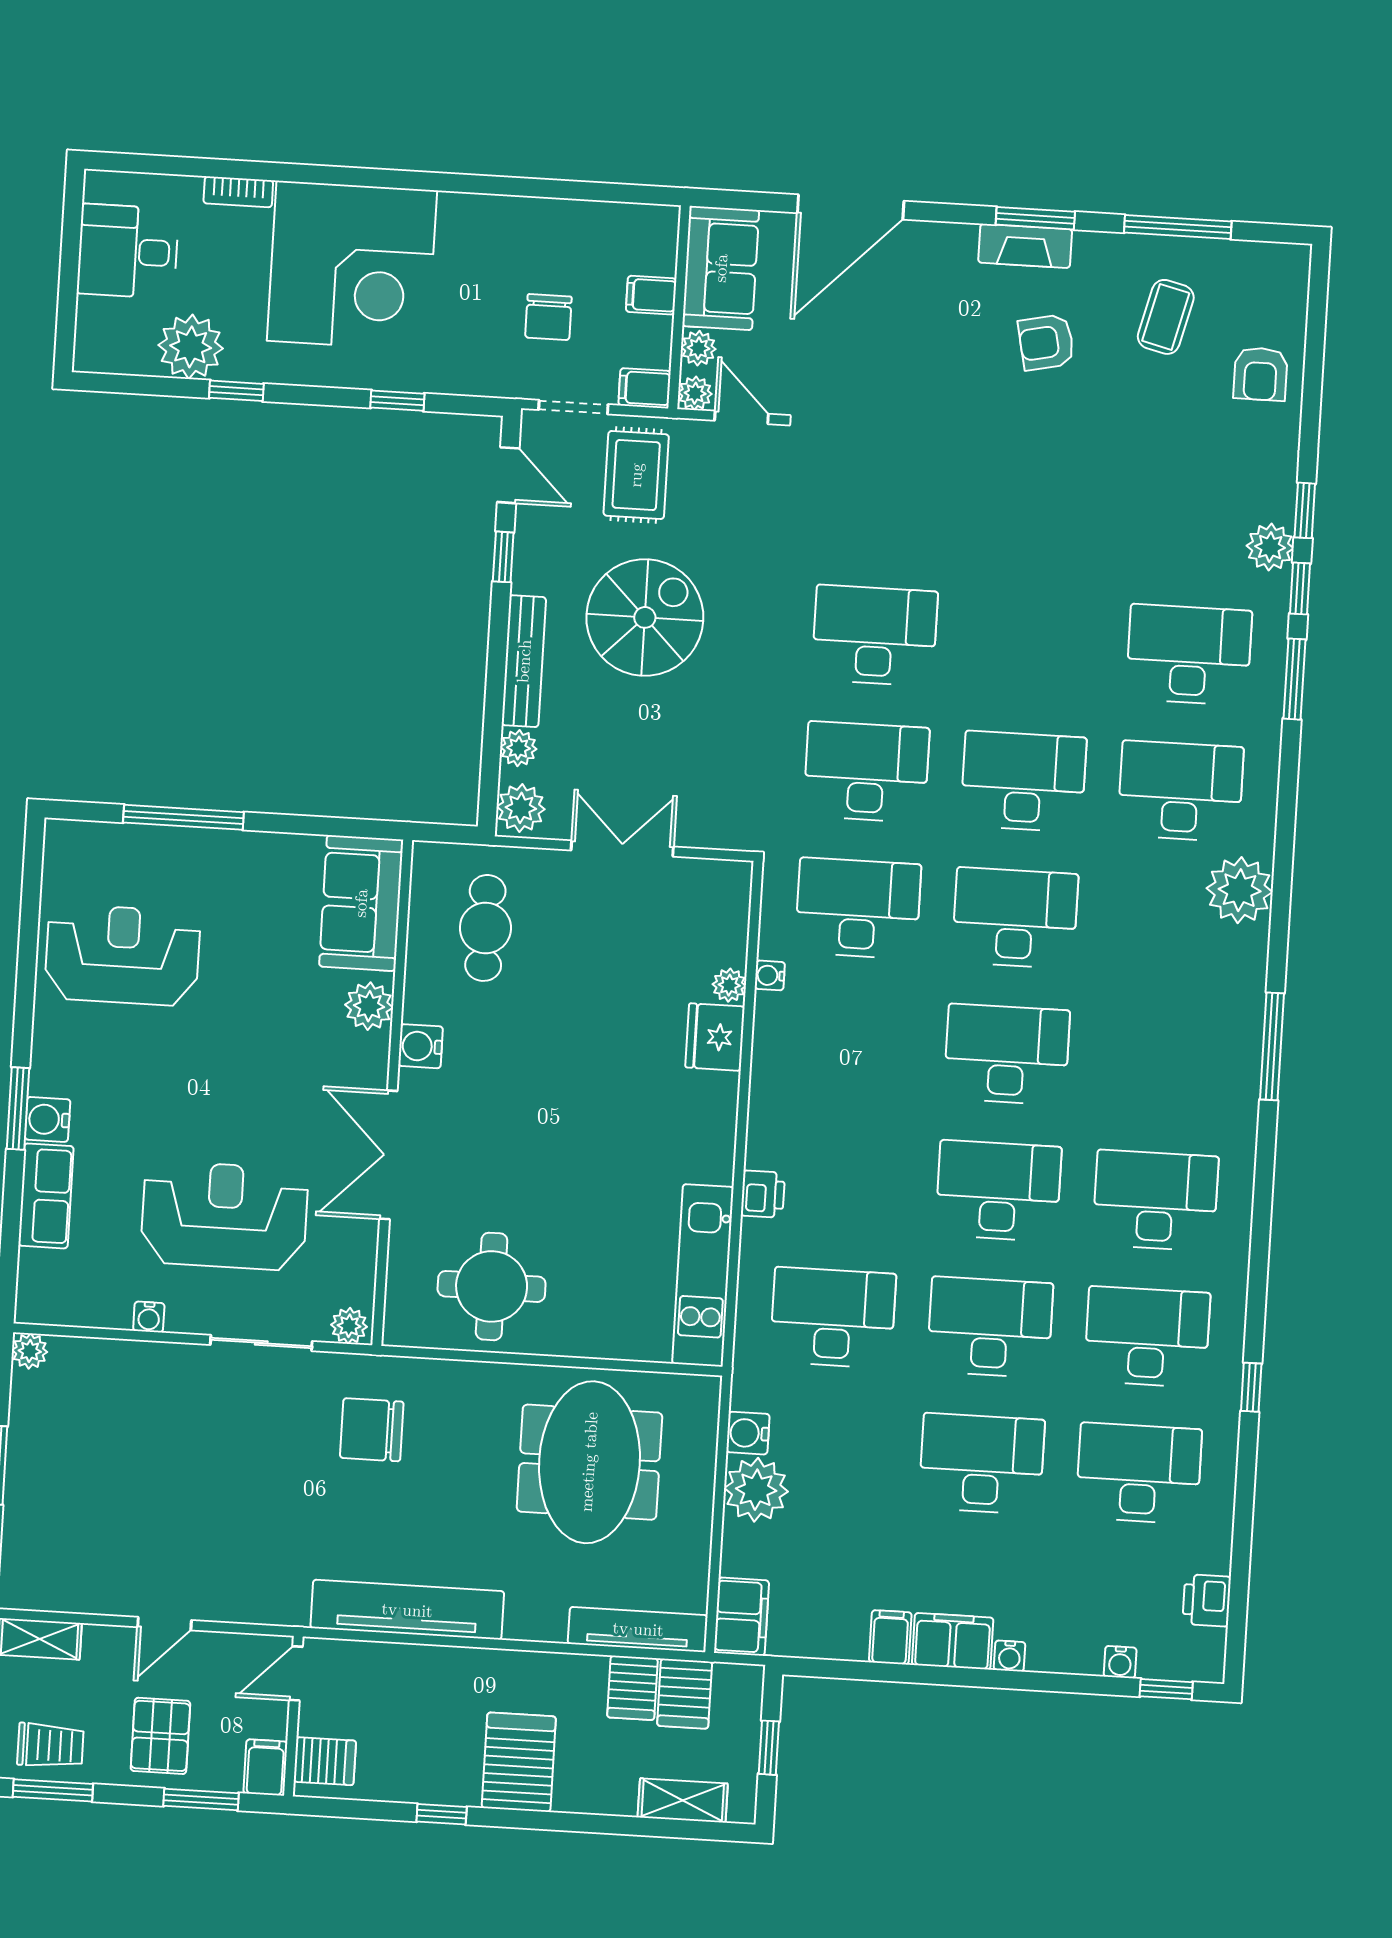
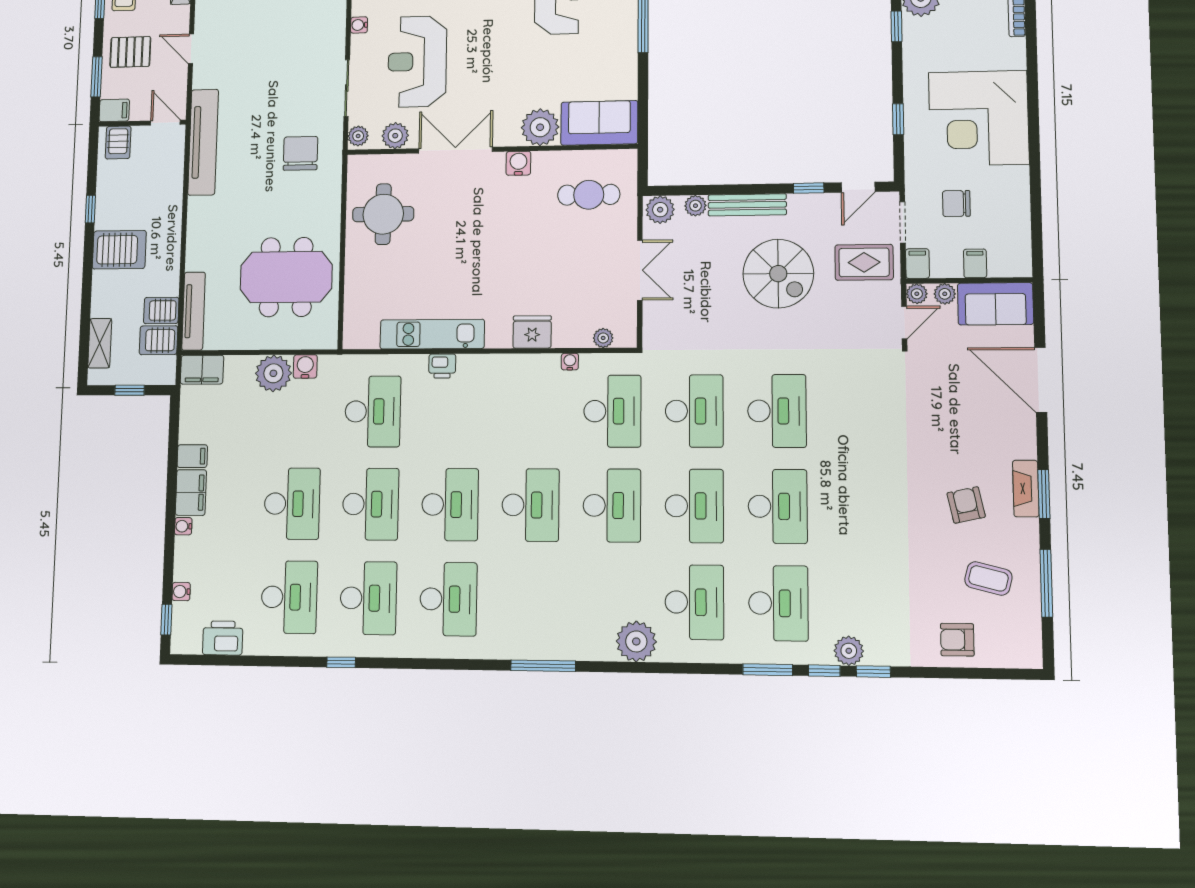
corner desk: (352, 266) -> (979, 118), moved
desk: (1032, 645) -> (778, 506), added
plant: (729, 985) -> (603, 338), moved
plant: (369, 1006) -> (540, 127), width x1.36, depth x1.36
reception desk: (224, 1216) -> (417, 61), turned 180
plant: (354, 1260) -> (395, 136), added
kitchen unit: (703, 1275) -> (432, 334), moved
printer: (1207, 1600) -> (223, 638), width x1.36, depth x1.24
tv unit: (407, 1610) -> (203, 142), moved

